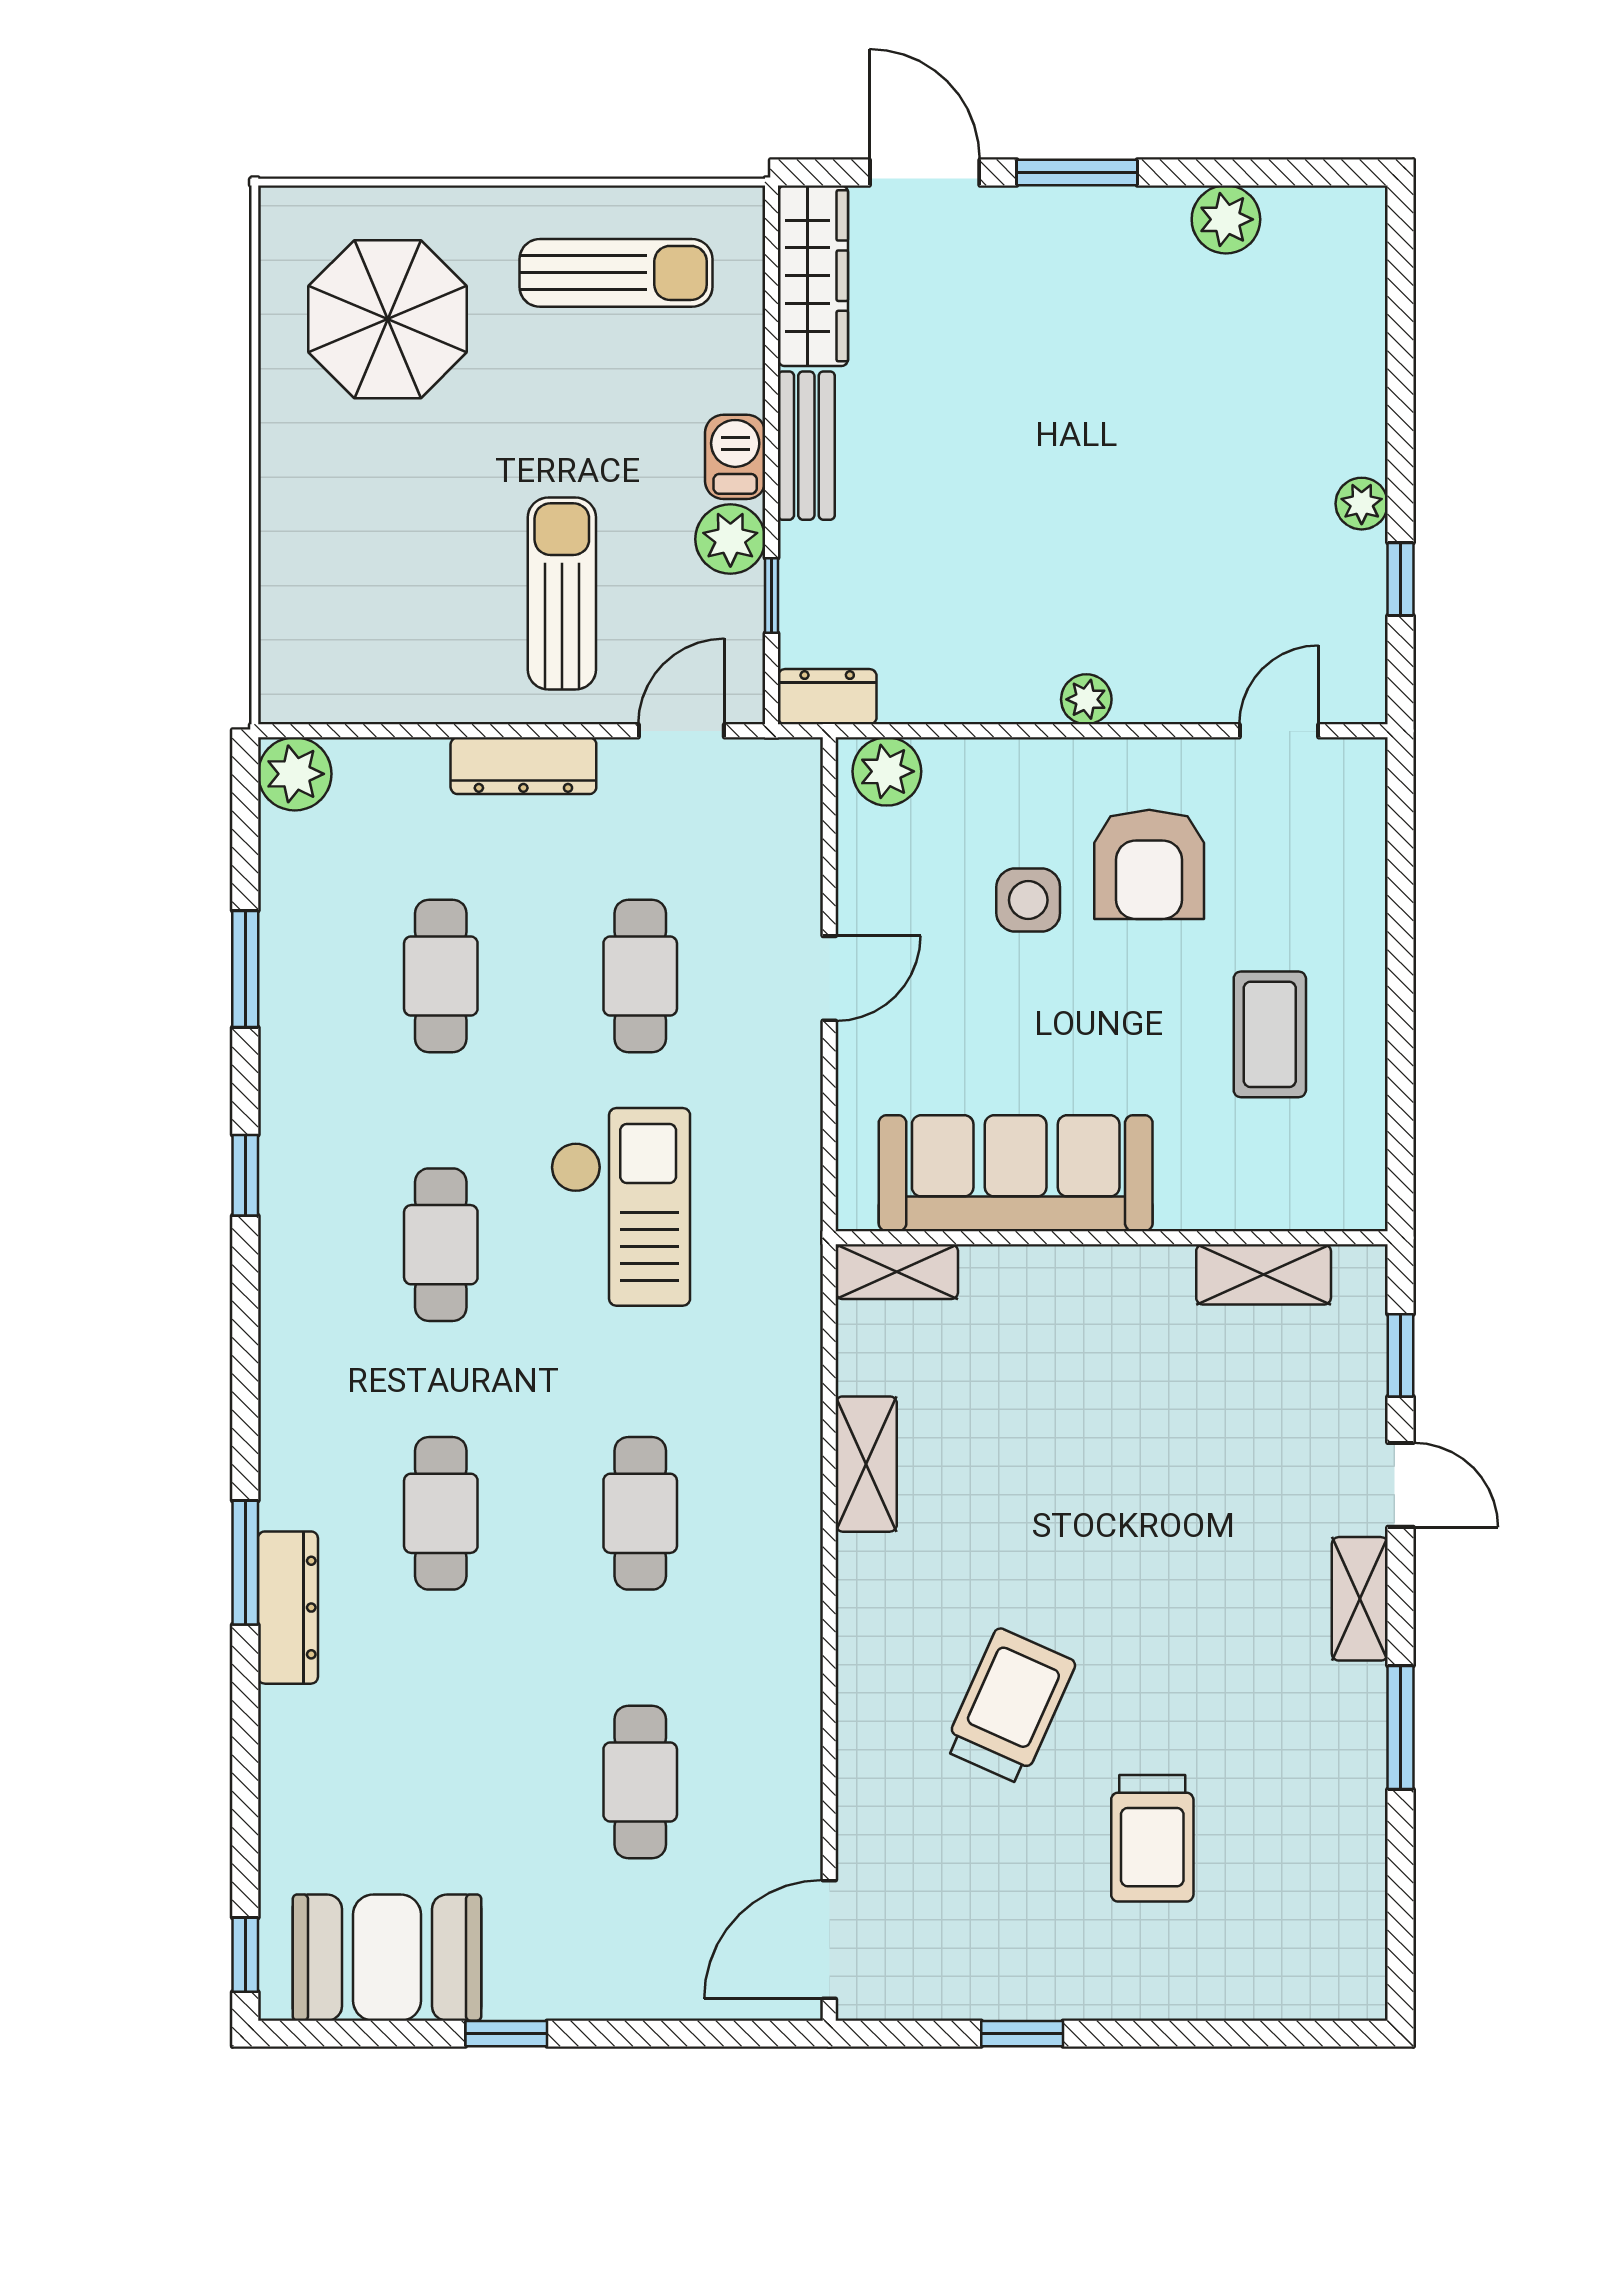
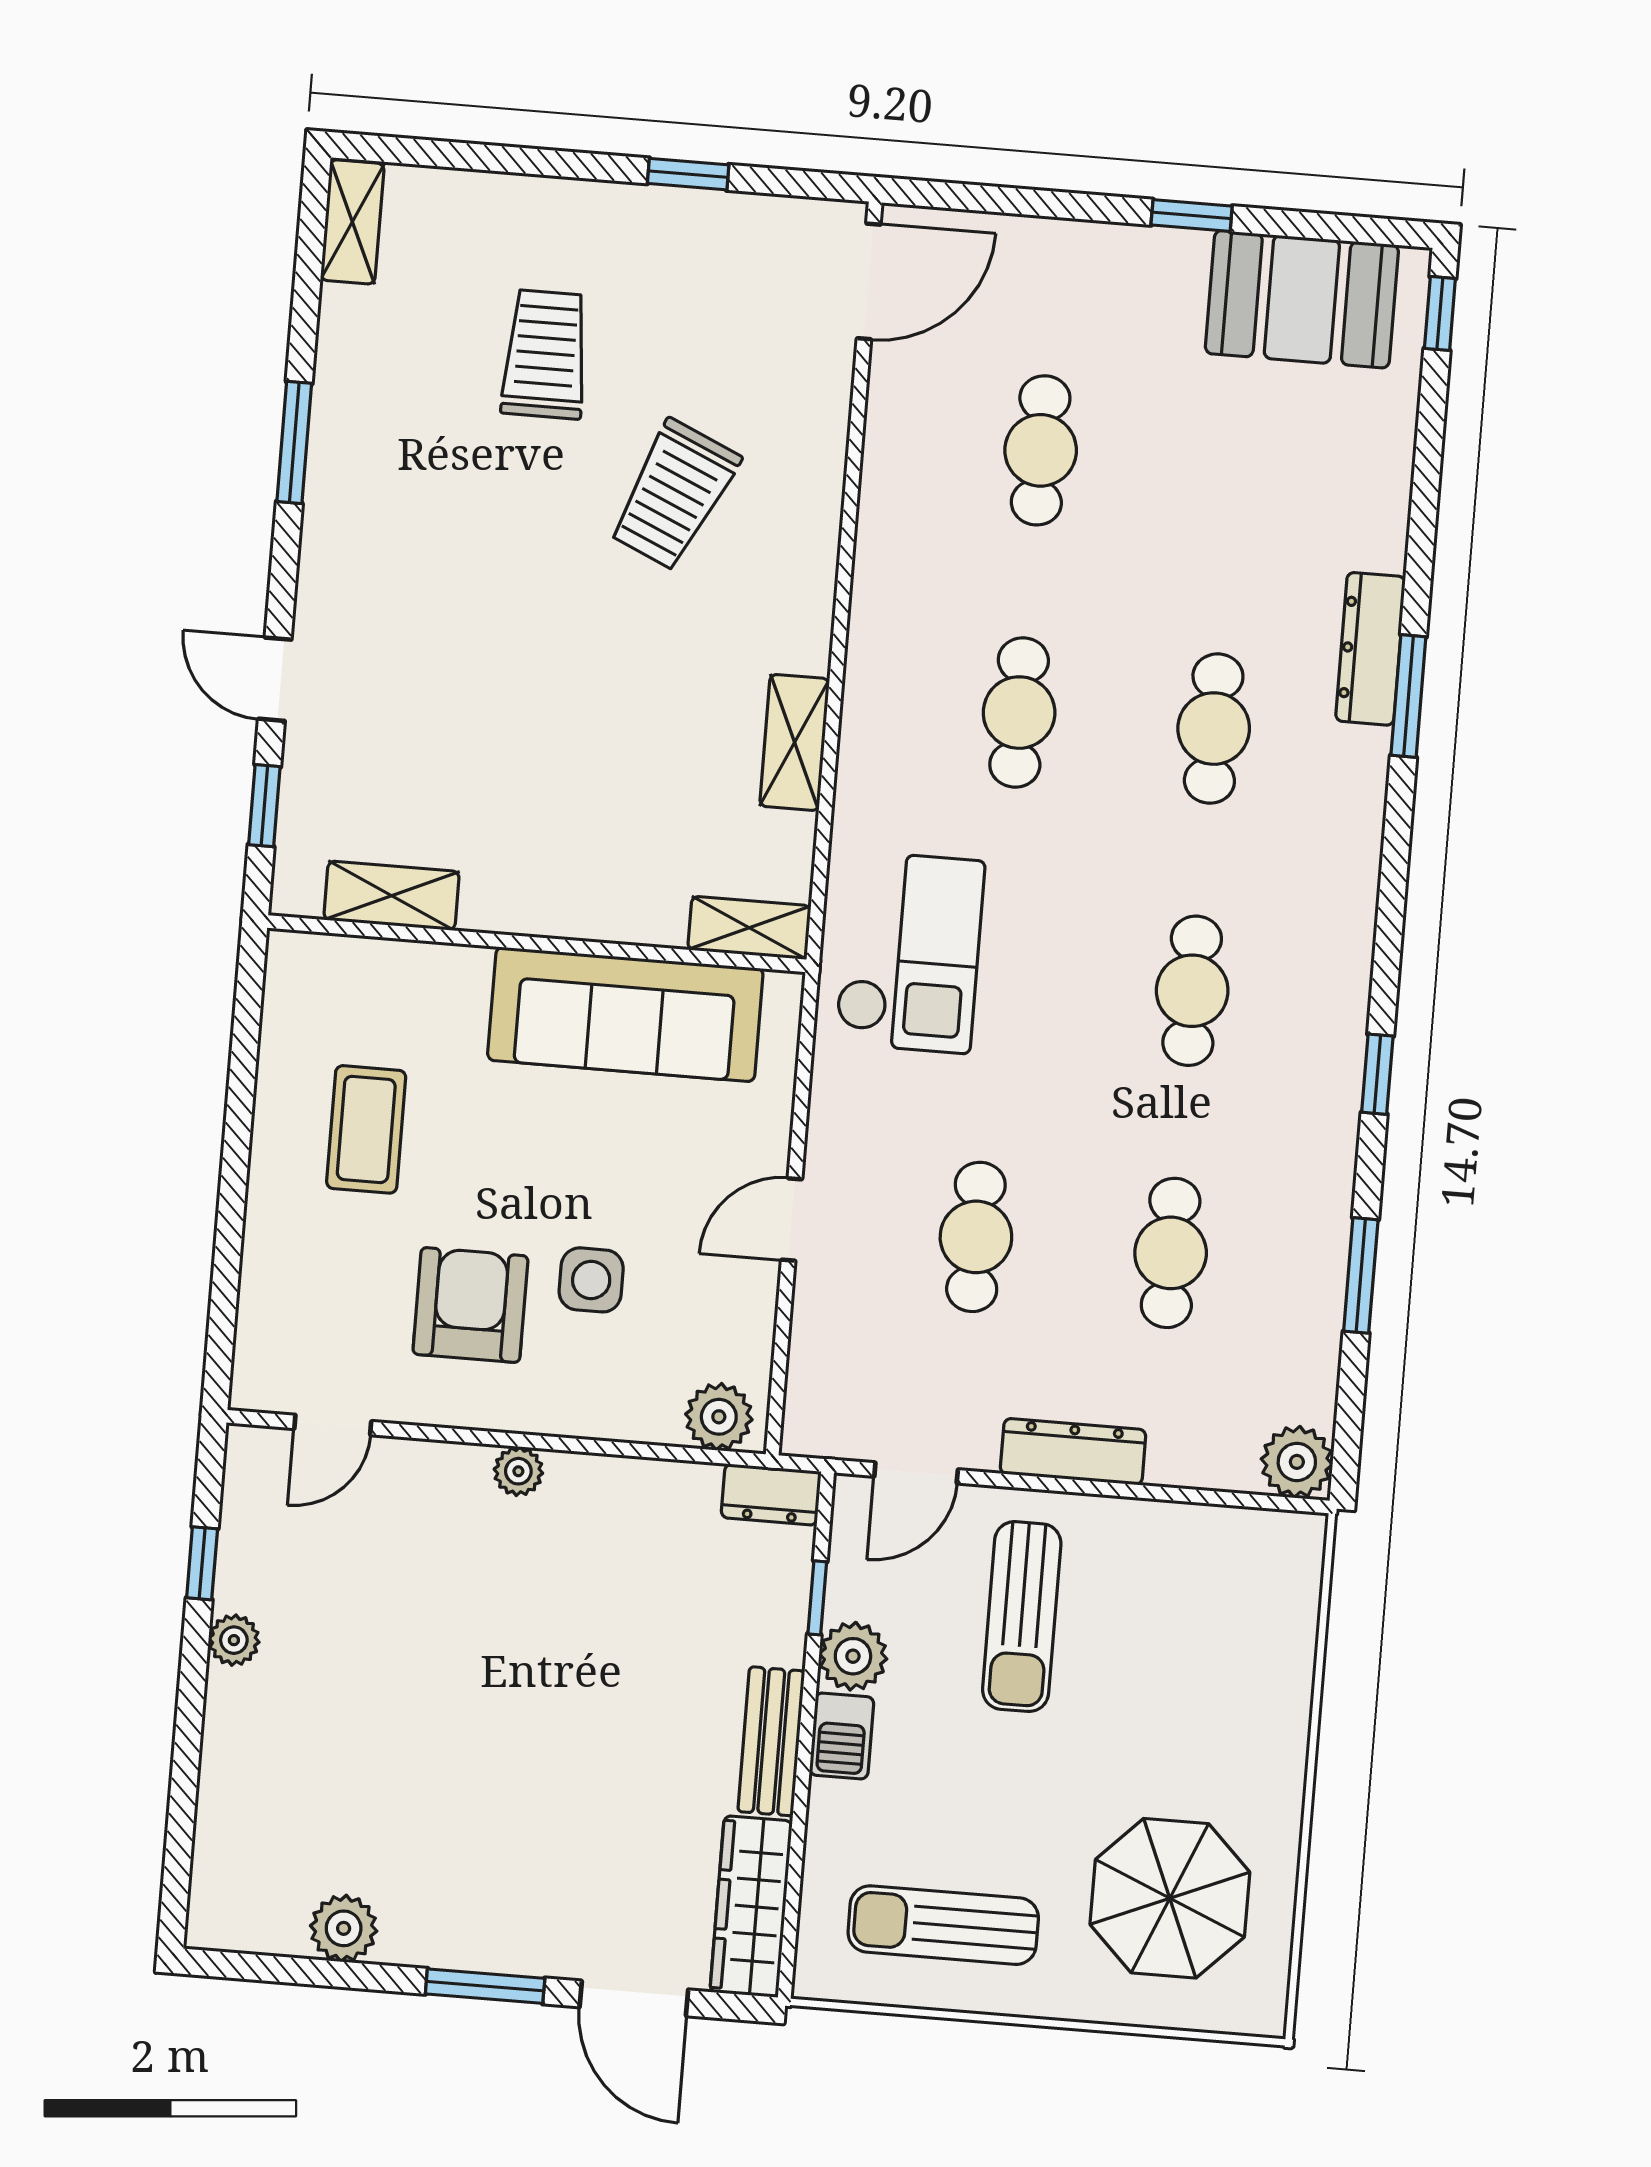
checkout: (620, 1207) -> (910, 952), moved, turned 180
shelving: (1360, 1599) -> (352, 222), moved

